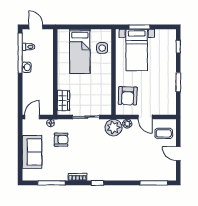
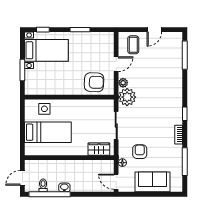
bed with nightstands: (137, 50) -> (46, 50), moved

